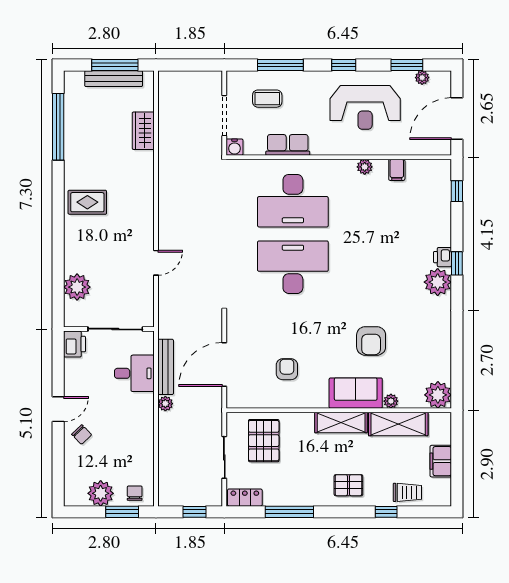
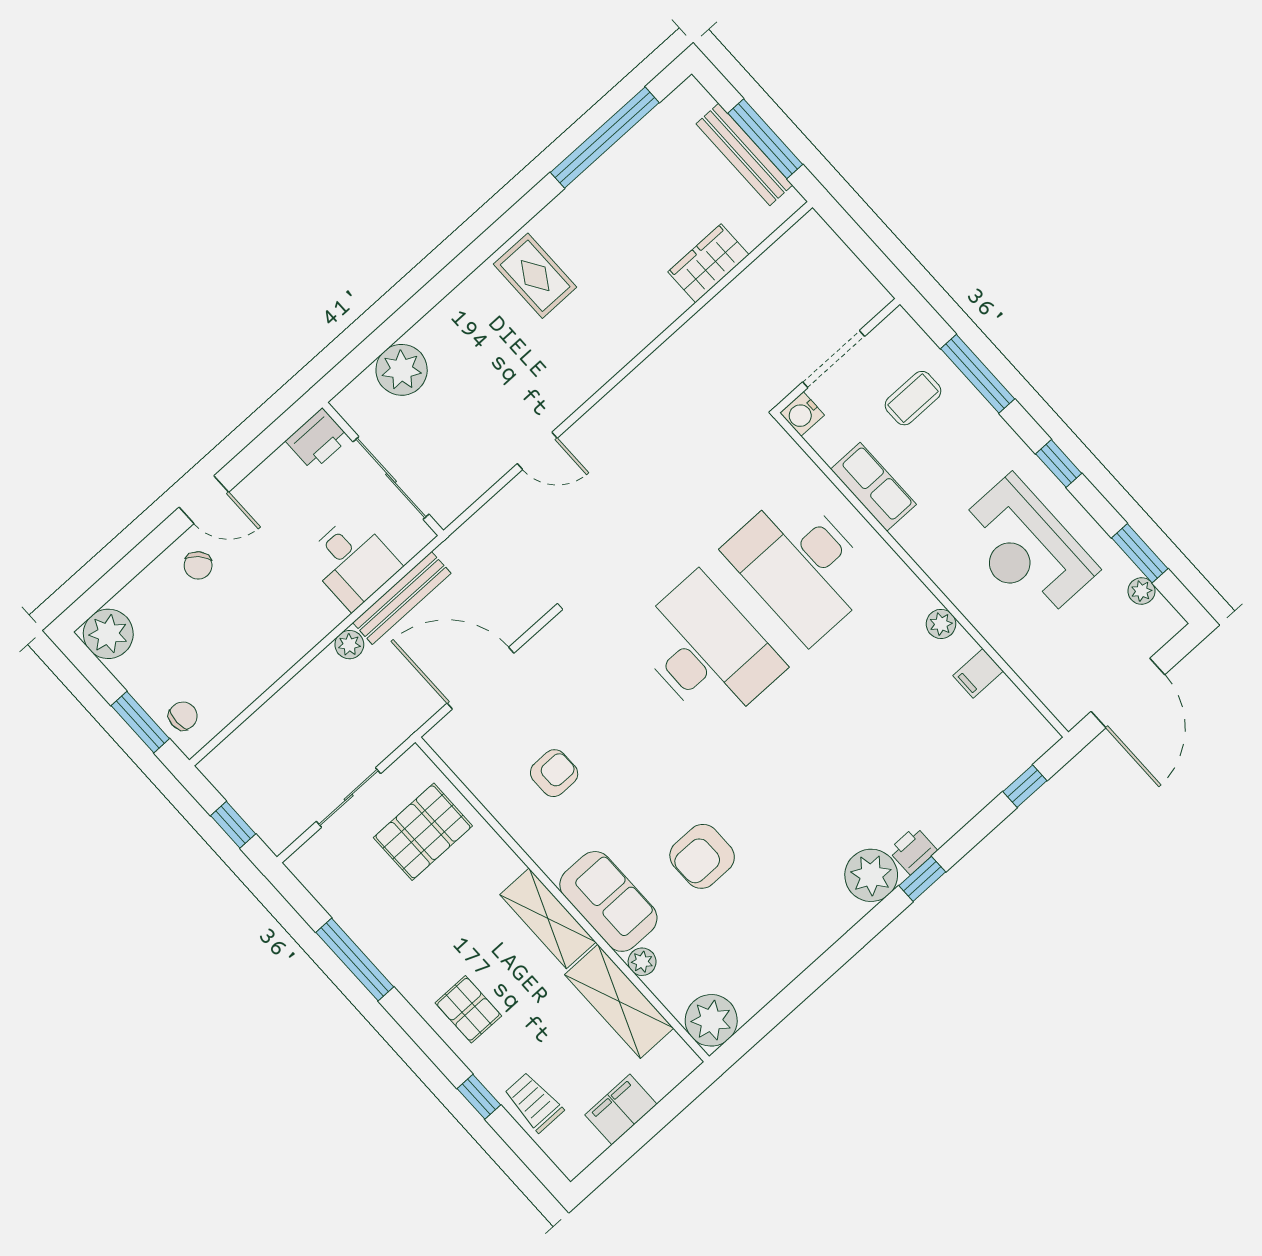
coffee table: (267, 99) -> (913, 398), turned 90
door: (457, 119) -> (1128, 693), swing flipped
trolley: (407, 492) -> (534, 1102), turned 180
plant: (101, 493) -> (108, 634), moved
locker: (245, 498) -> (318, 878), removed

